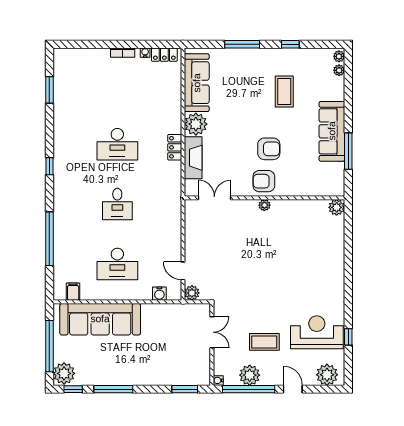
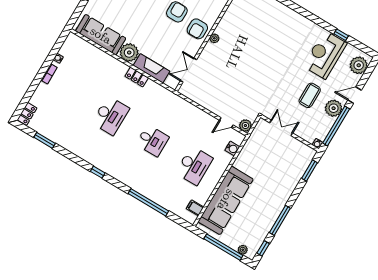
locker: (164, 55) -> (27, 114), moved
plant: (64, 373) -> (243, 250), width x0.53, depth x0.53
plant: (250, 375) -> (334, 108), moved

